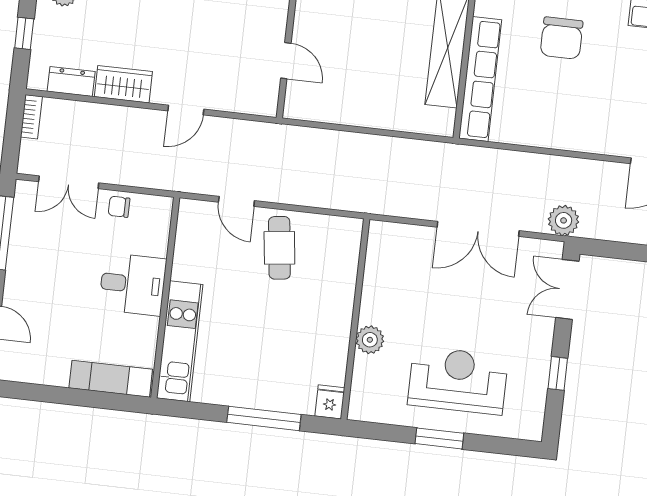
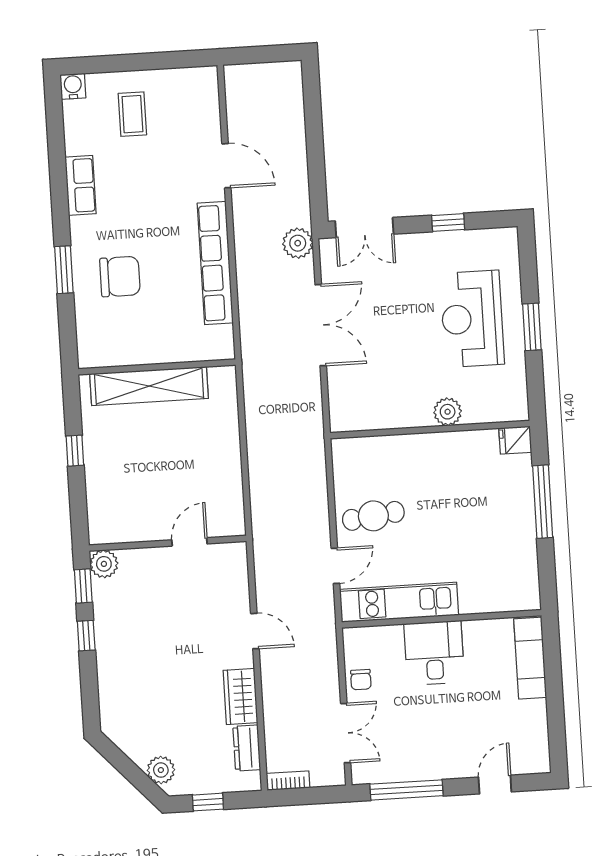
row of seats: (480, 79) -> (215, 263), moved, turned -90
kitchen unit: (180, 341) -> (399, 602), moved

